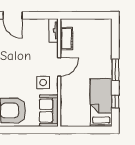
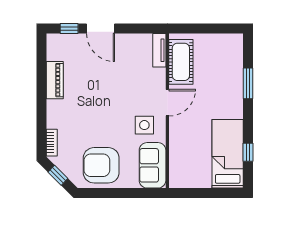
cot: (66, 39) -> (181, 62), width x1.37, depth x1.34
window: (115, 70) -> (248, 83), moved

